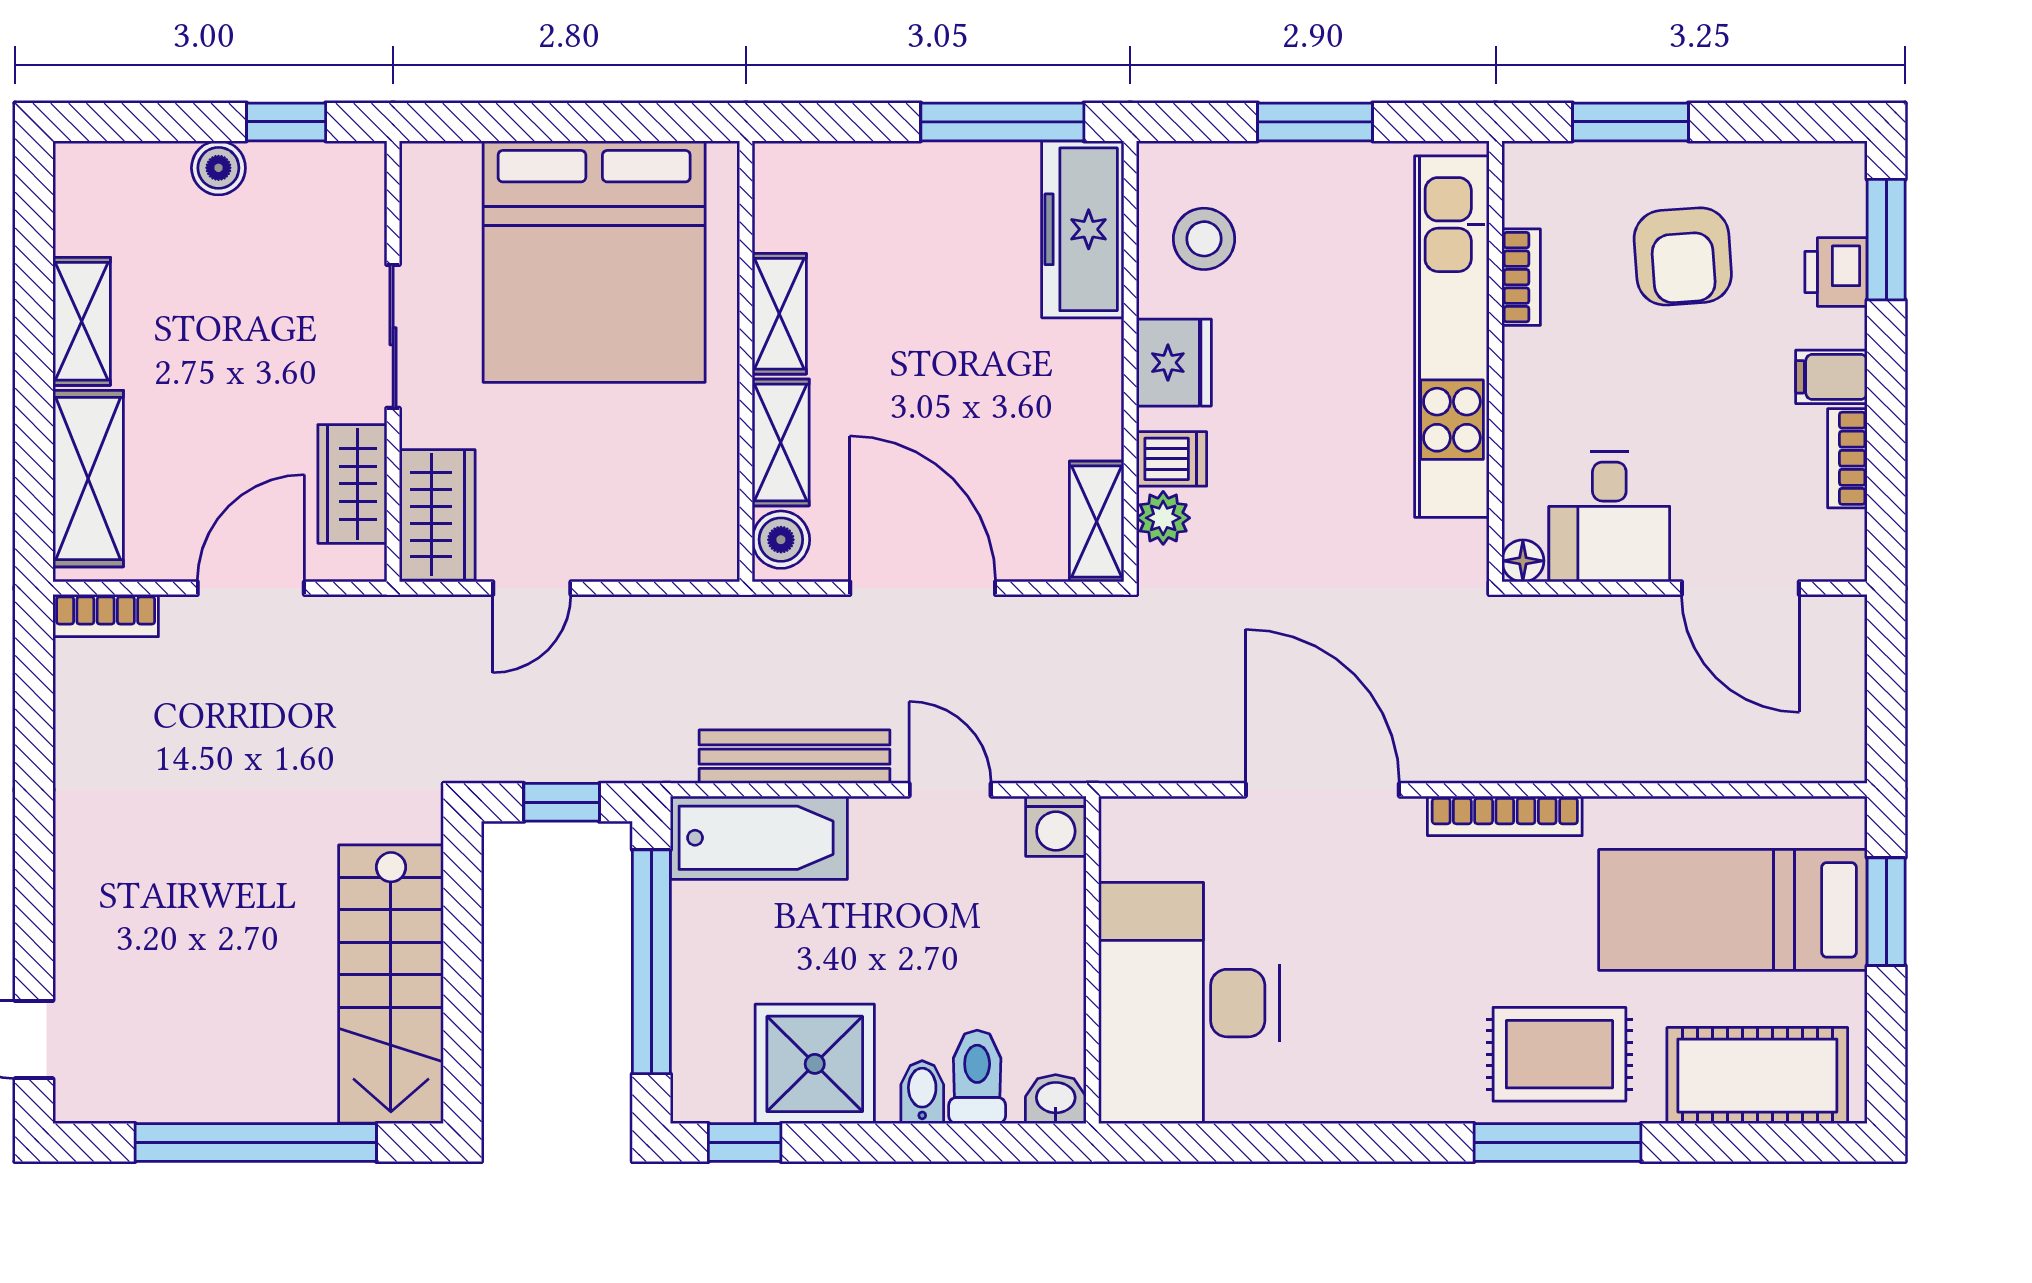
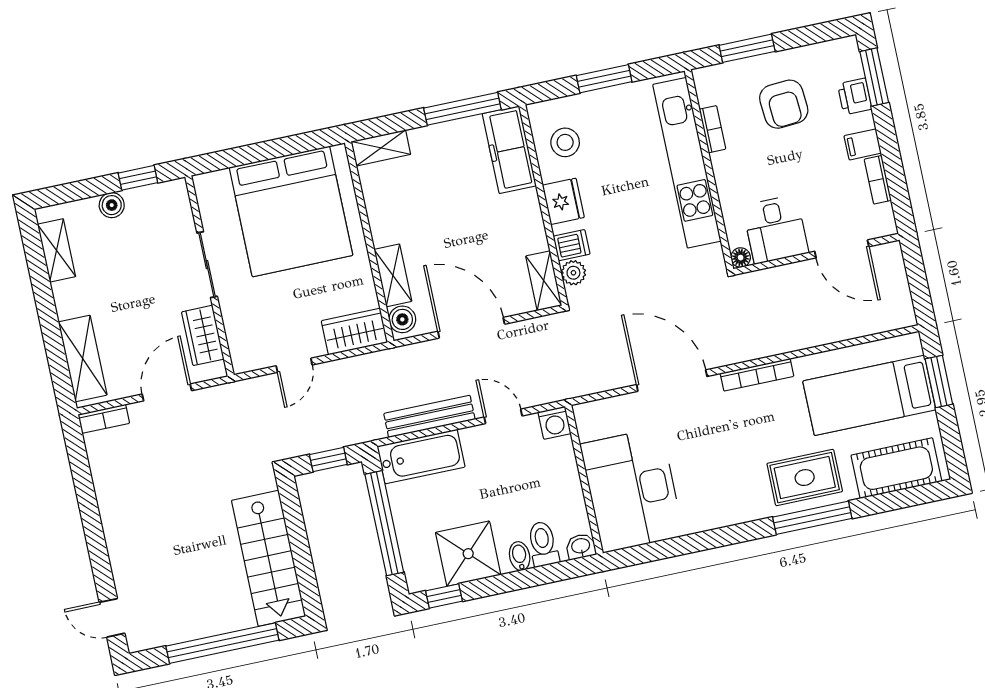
shelving: (779, 314) -> (381, 148), moved, turned 90
shelving: (82, 321) -> (57, 250), moved
wardrobe: (437, 515) -> (354, 332), moved, turned -90

